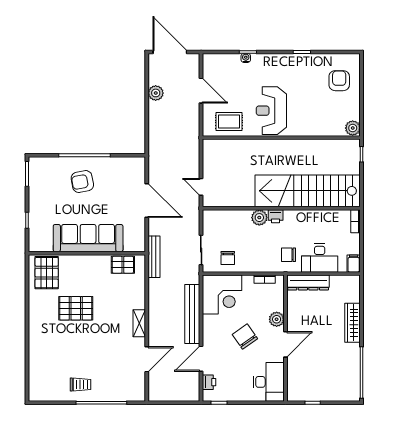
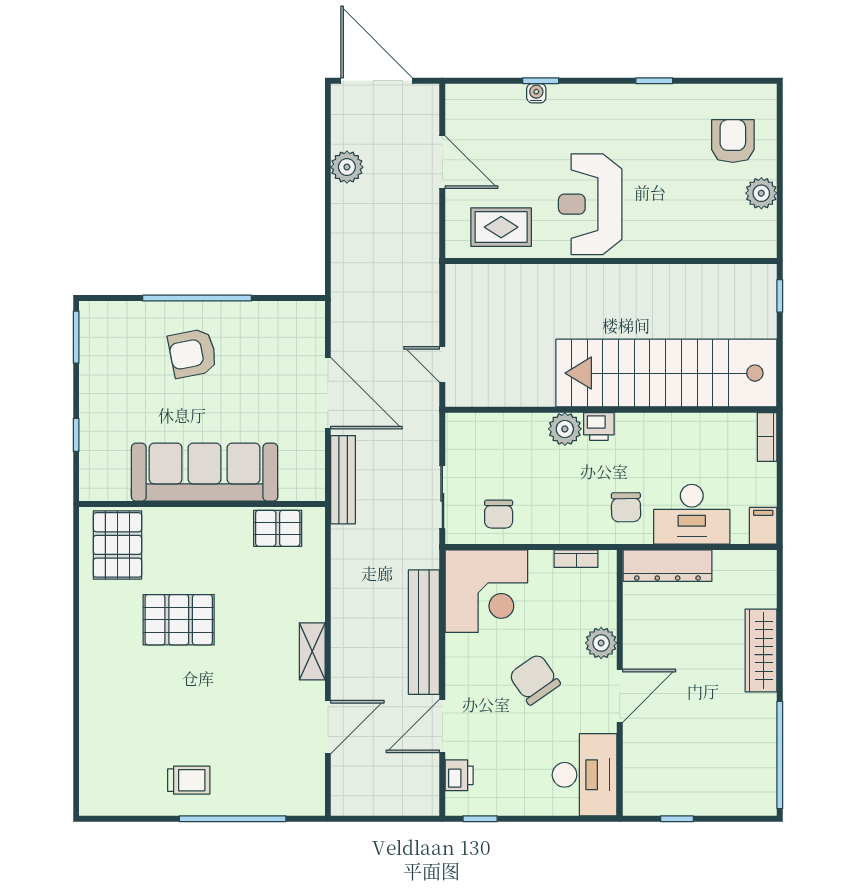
plant: (353, 128) -> (761, 193), moved
chair: (288, 255) -> (626, 507), turned -91
bench: (154, 257) -> (343, 480), moved

